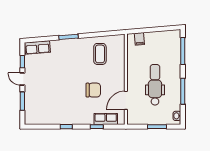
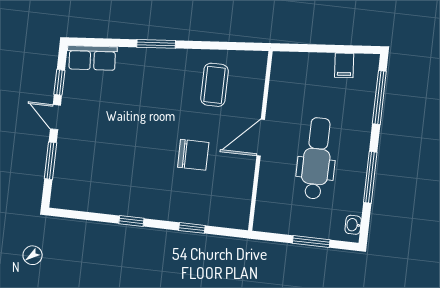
filing cabinet: (139, 39) -> (344, 65), moved
door: (126, 100) -> (261, 138), moved
row of seats: (106, 119) -> (211, 215), removed

